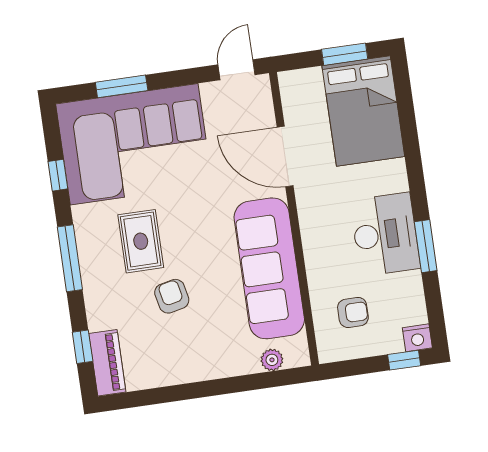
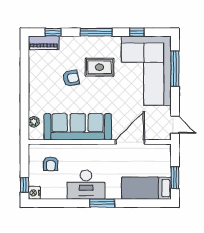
window: (122, 86) -> (175, 69), width x1.44
bed: (363, 111) -> (146, 188), width x0.67
window: (426, 246) -> (102, 203), moved

